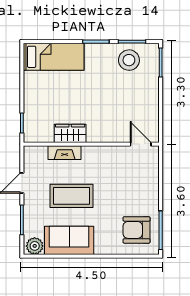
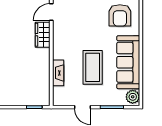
wardrobe: (70, 133) -> (43, 35), moved
sofa: (69, 240) -> (128, 62), width x1.36

